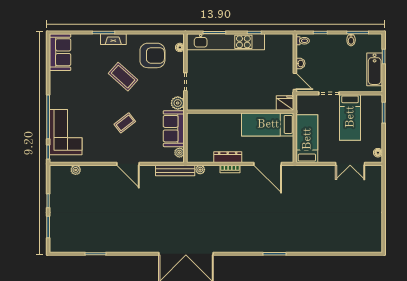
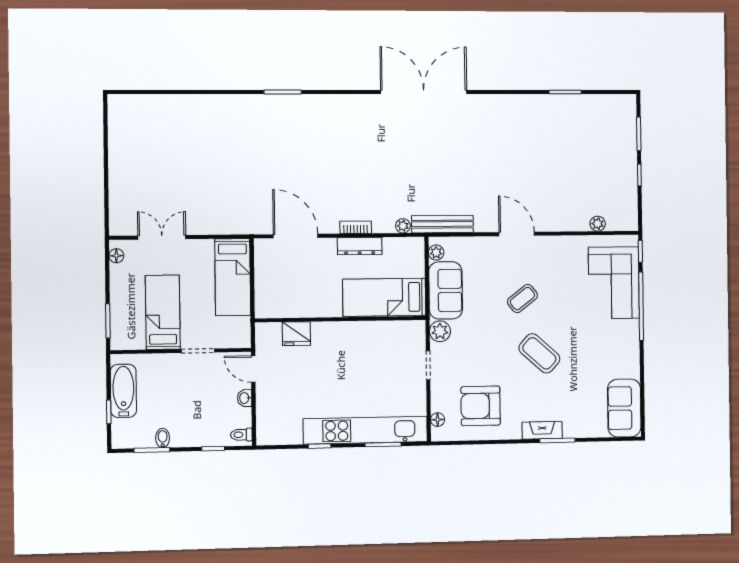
coffee table: (123, 77) -> (539, 353), moved
fridge: (285, 103) -> (296, 334), moved
bed: (268, 124) -> (384, 297), moved, turned 180

